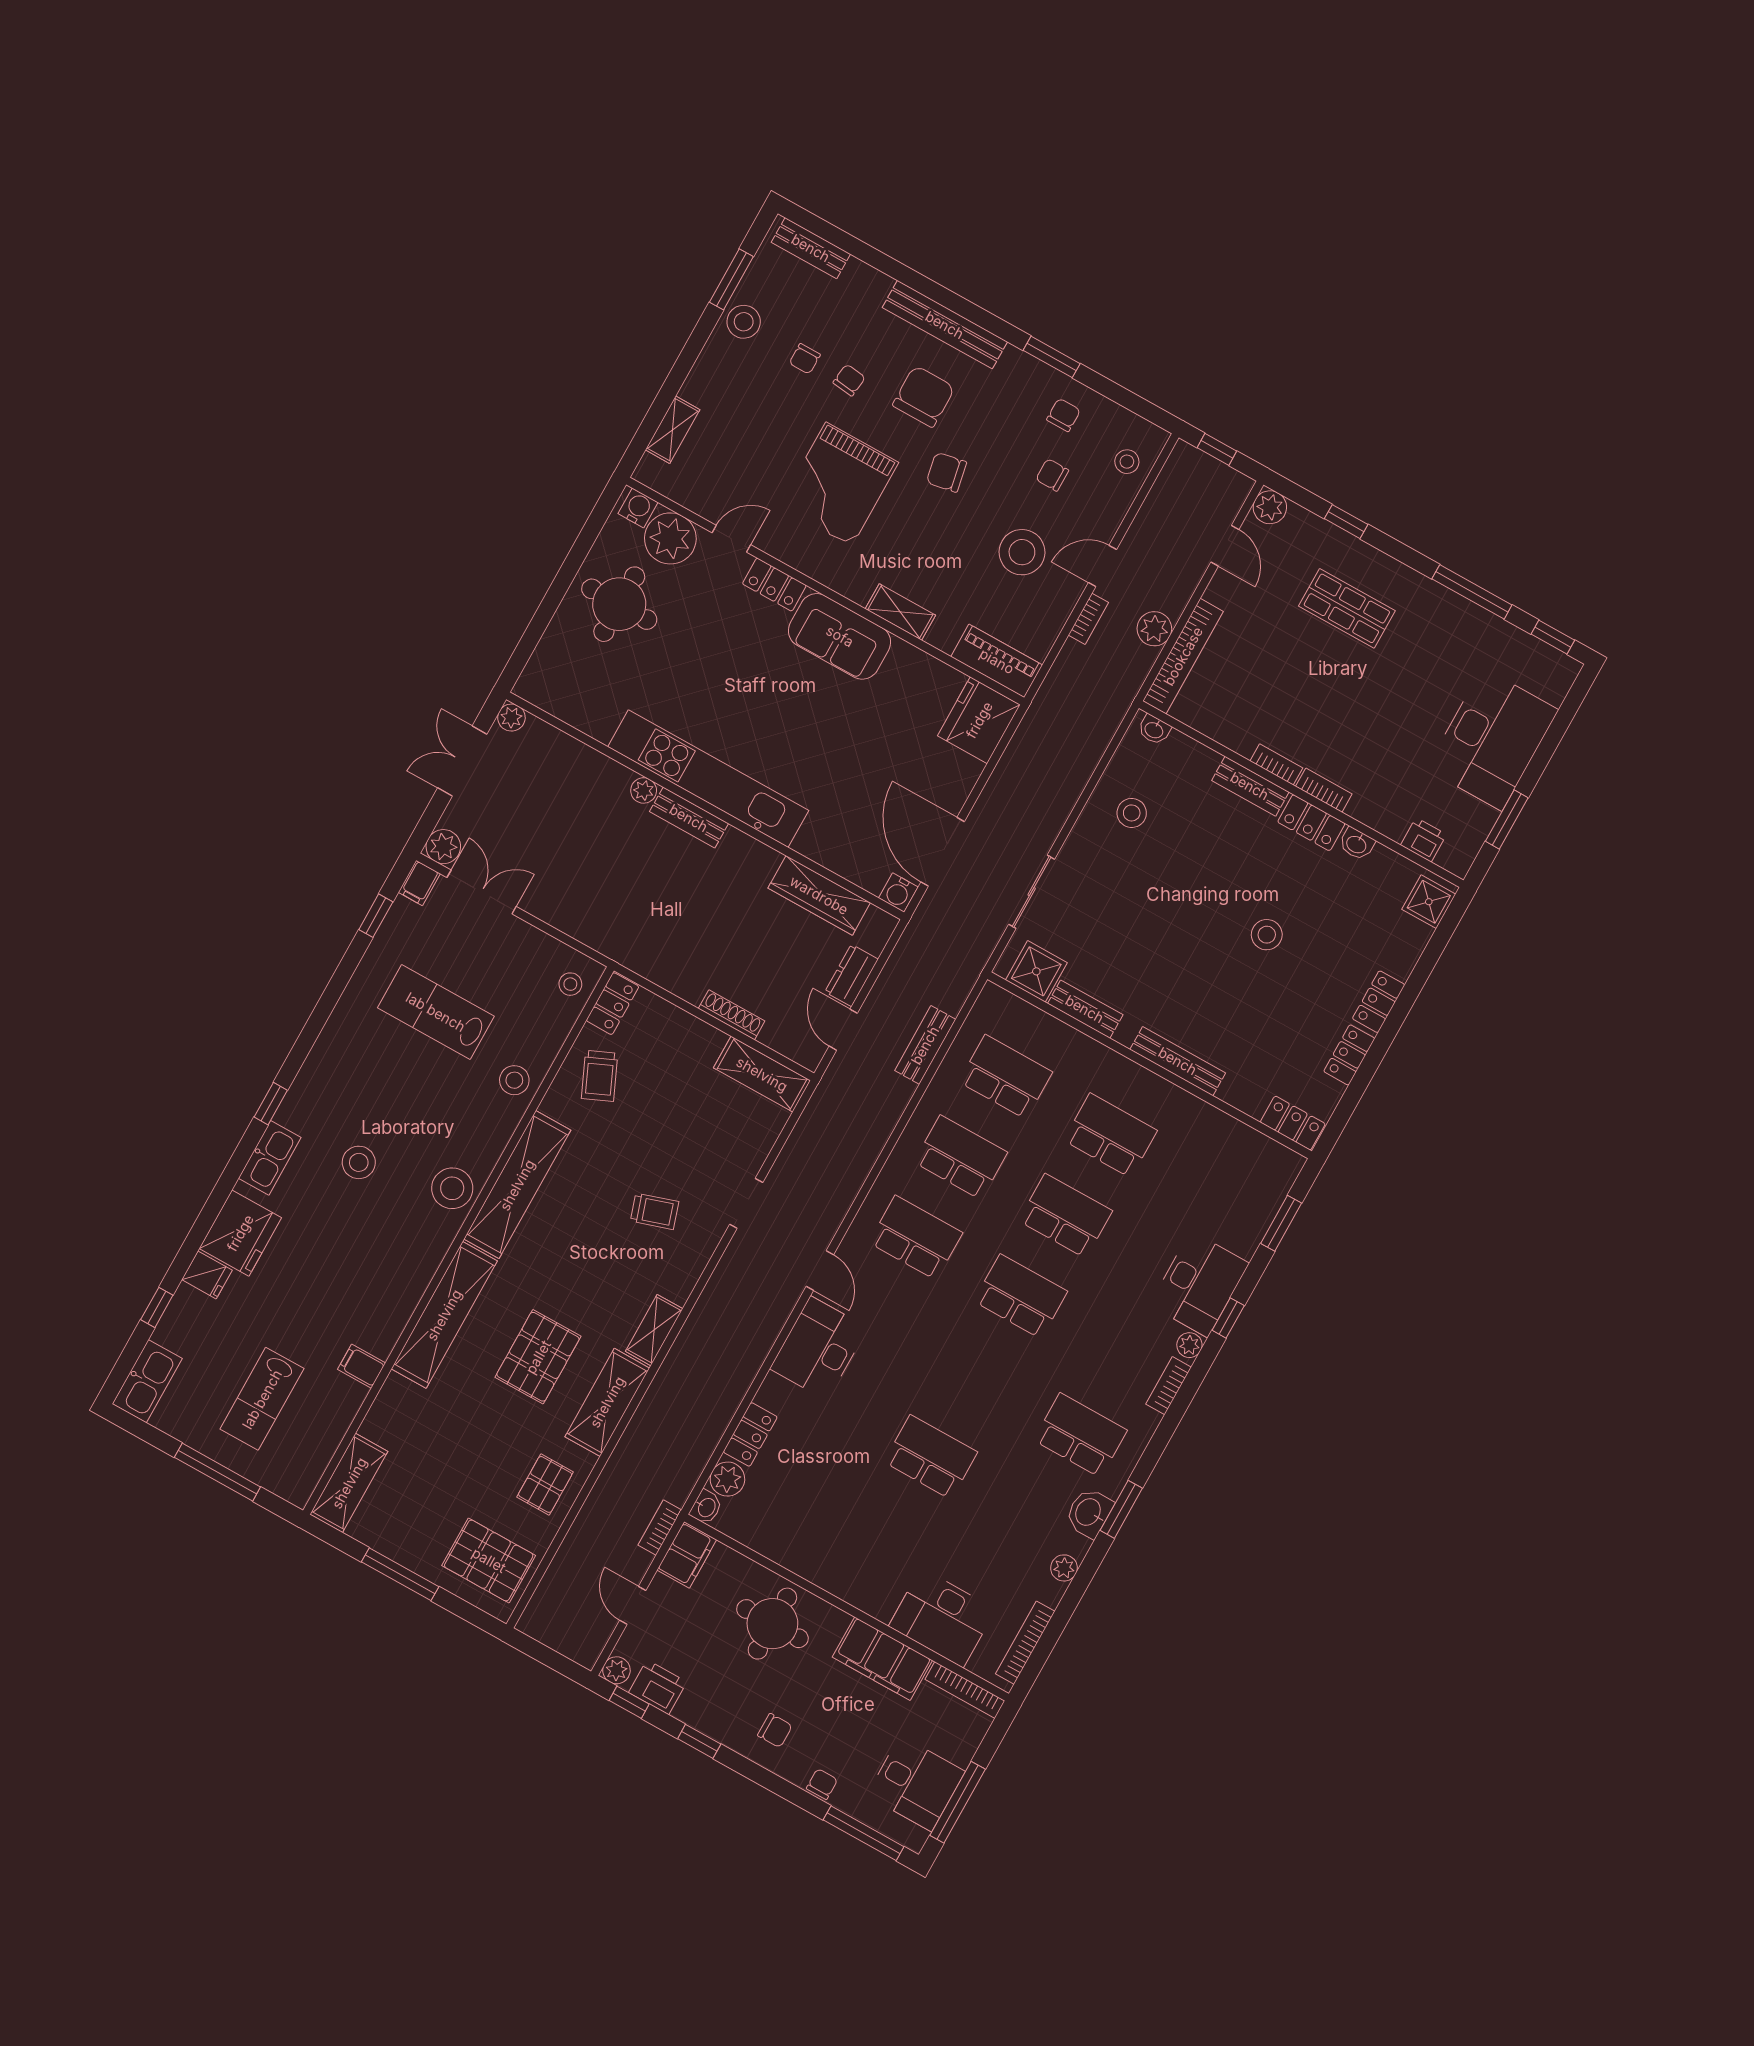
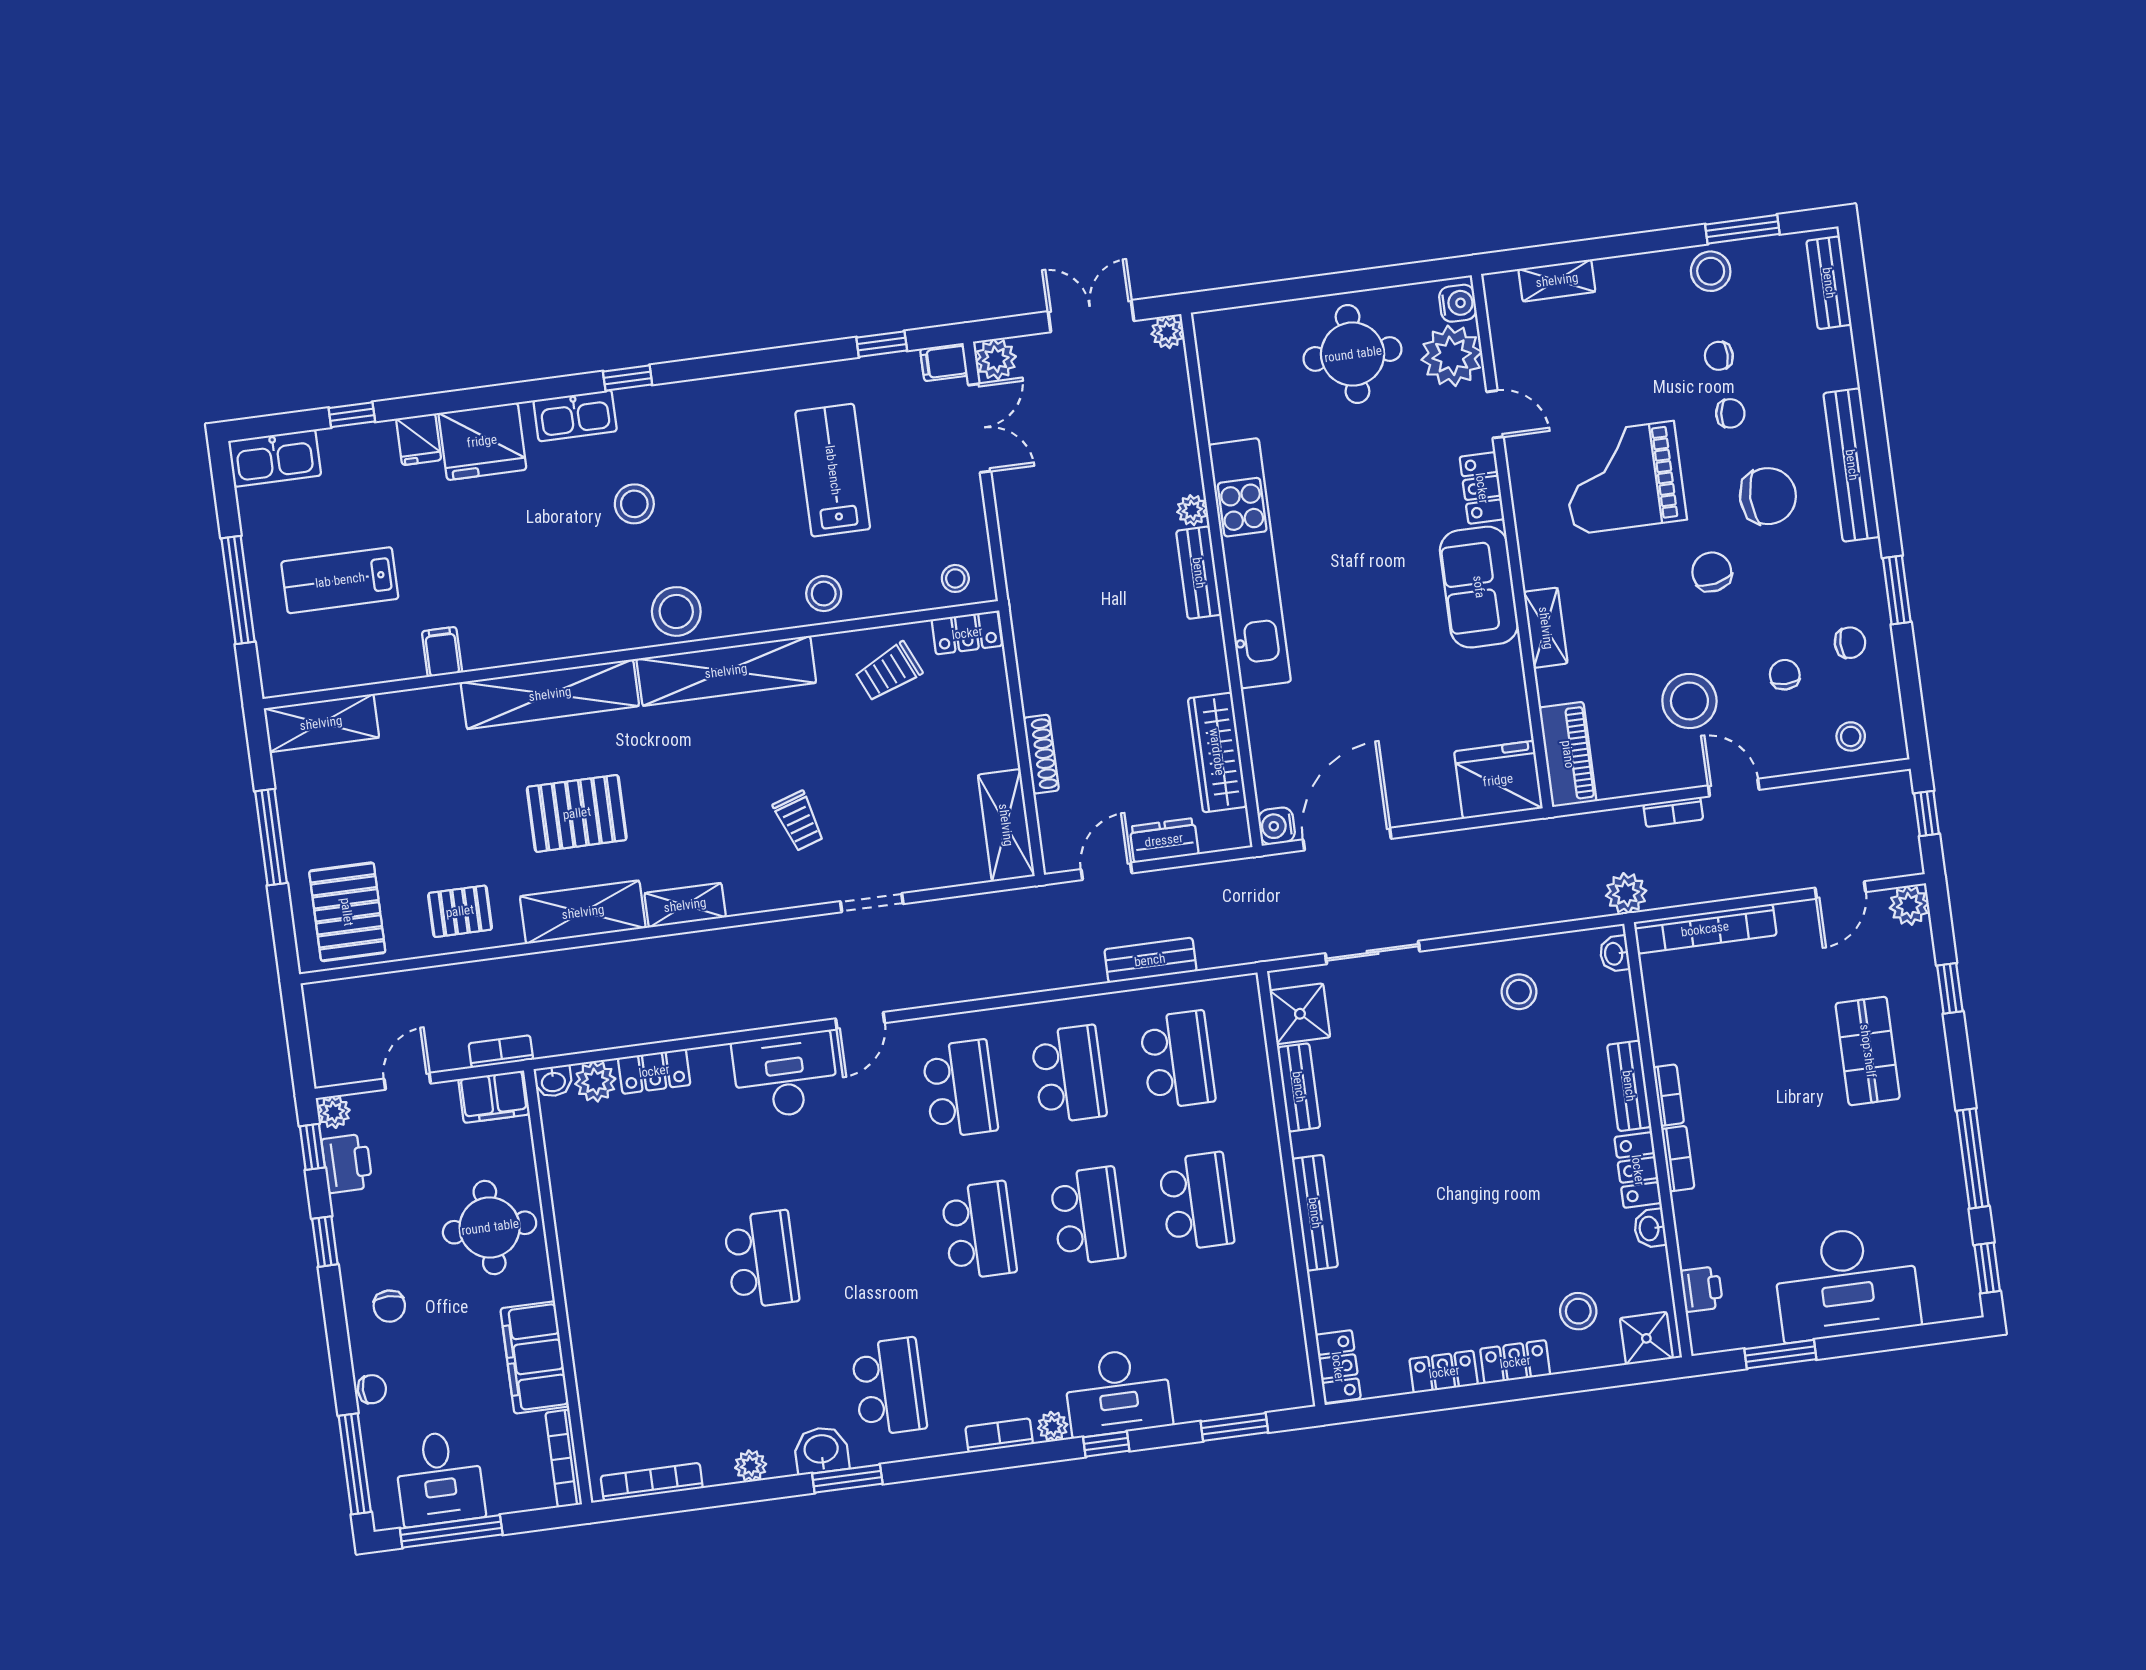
plant: (1154, 629) -> (1626, 893), moved
stool: (1267, 935) -> (1578, 1311), moved
desk: (942, 1618) -> (616, 1385), removed

